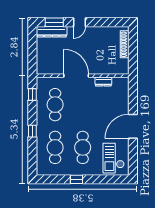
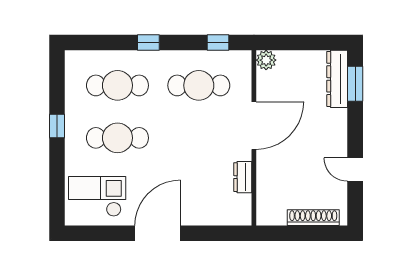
door: (79, 22) -> (355, 170), moved
plant: (42, 69) -> (266, 60), added
door: (133, 126) -> (158, 233), hinge flipped

